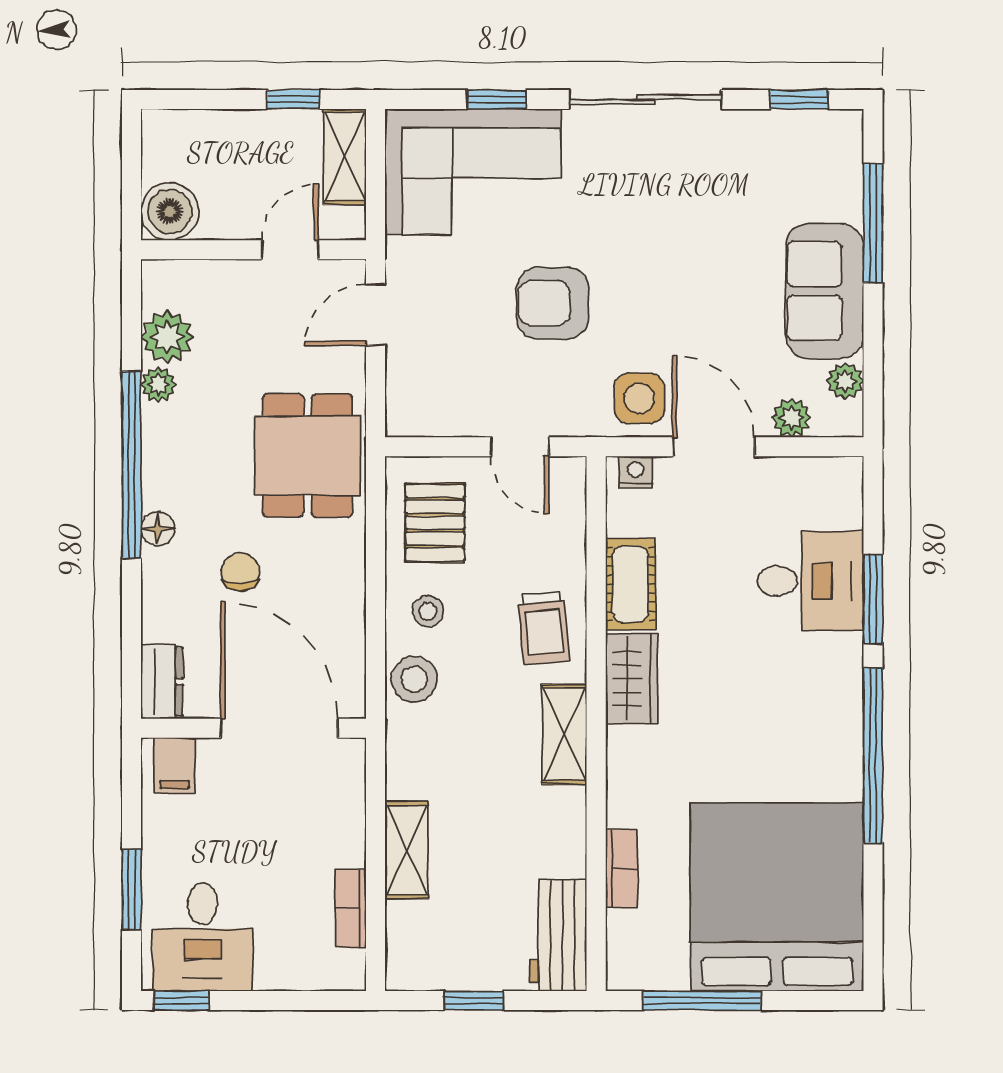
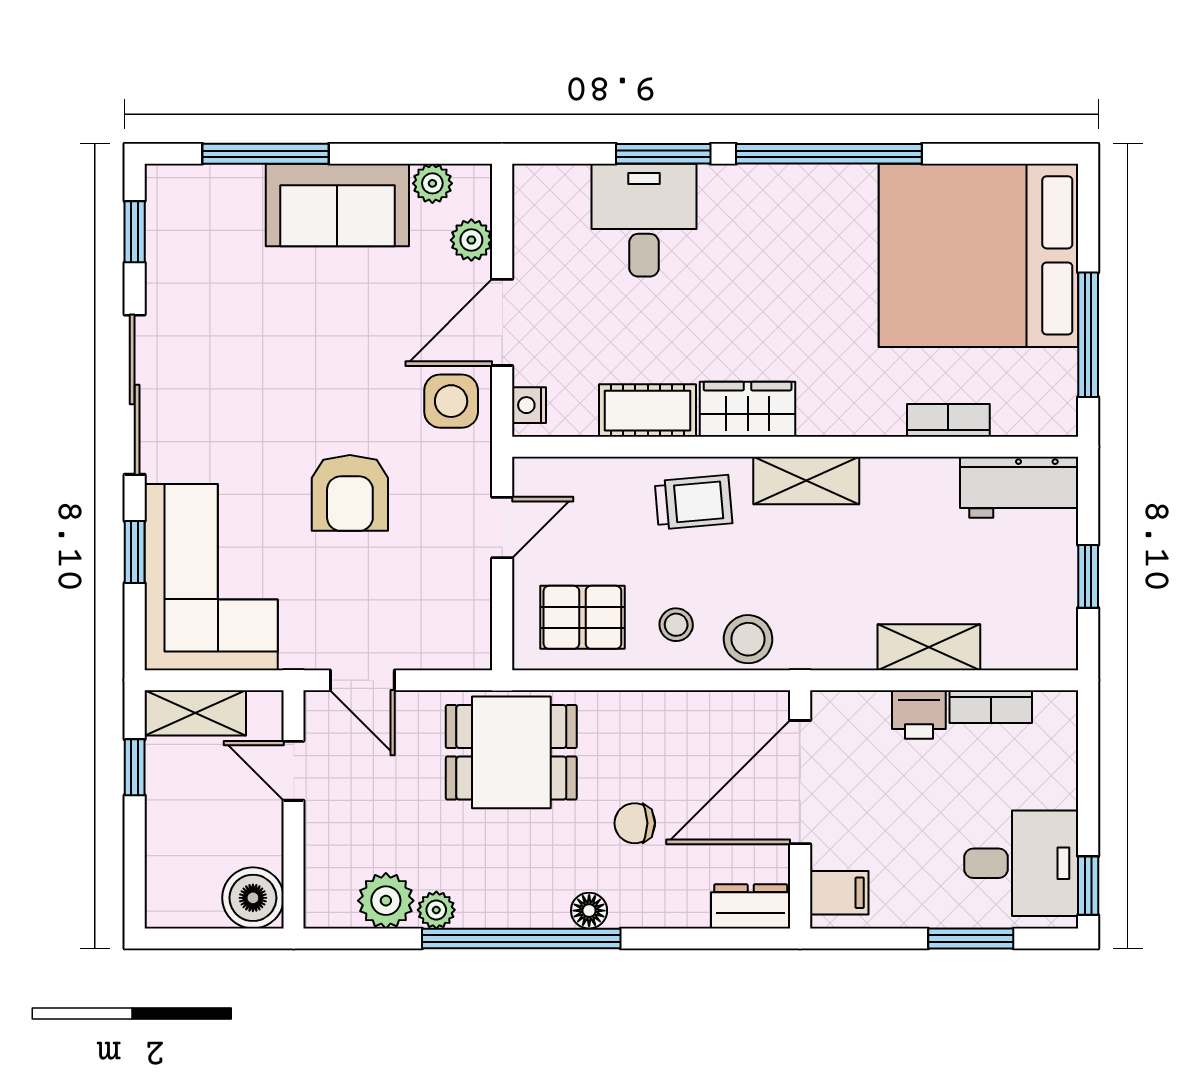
printer: (343, 841) -> (919, 715), added

